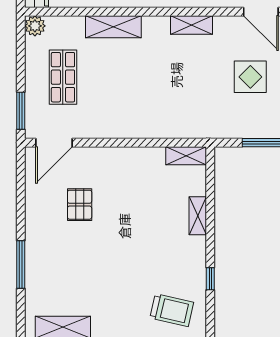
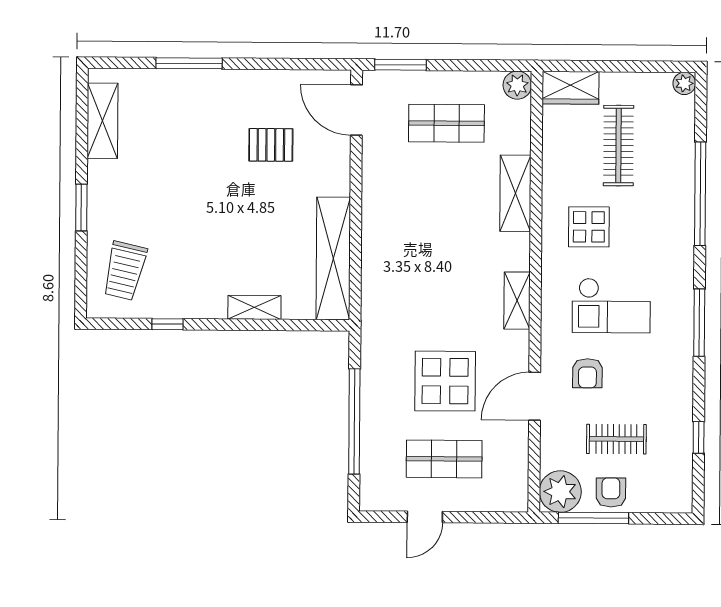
display table: (250, 77) -> (445, 381), width x1.36, depth x1.36
shelving: (186, 156) -> (333, 258), width x2.20, depth x1.33

